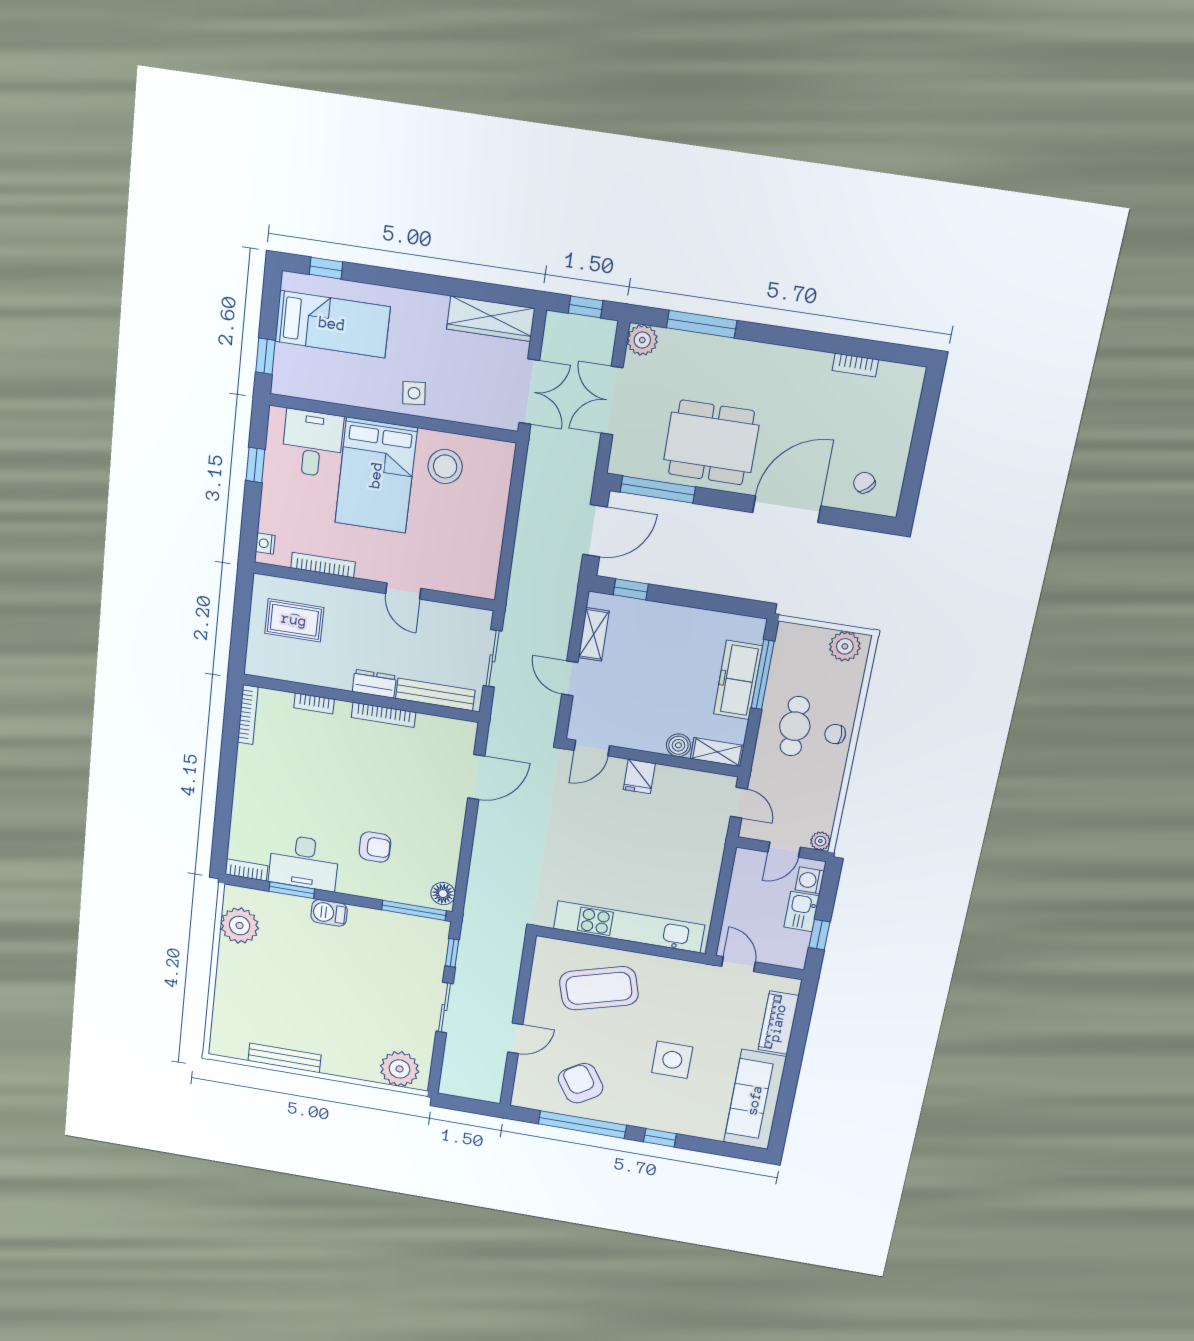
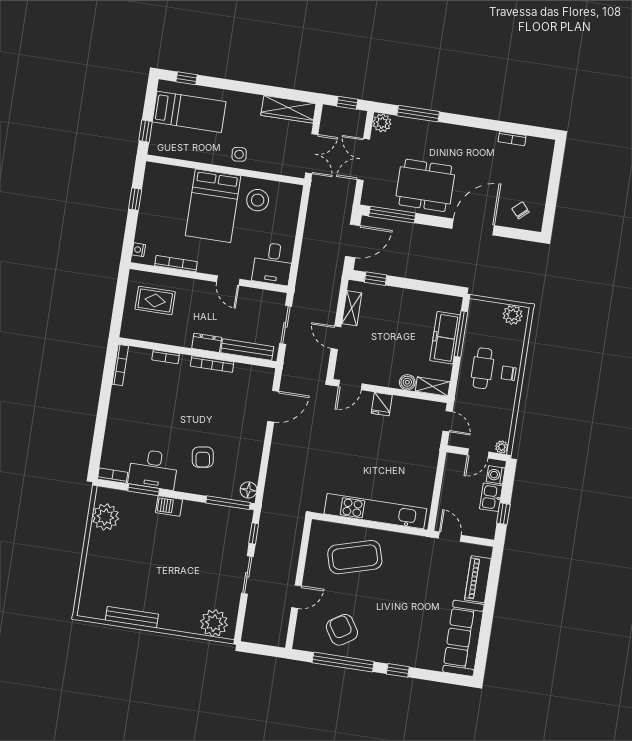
desk: (312, 443) -> (273, 264), moved, turned 180
armchair: (375, 847) -> (203, 457), turned 82
side table: (672, 1060) -> (406, 610), removed

